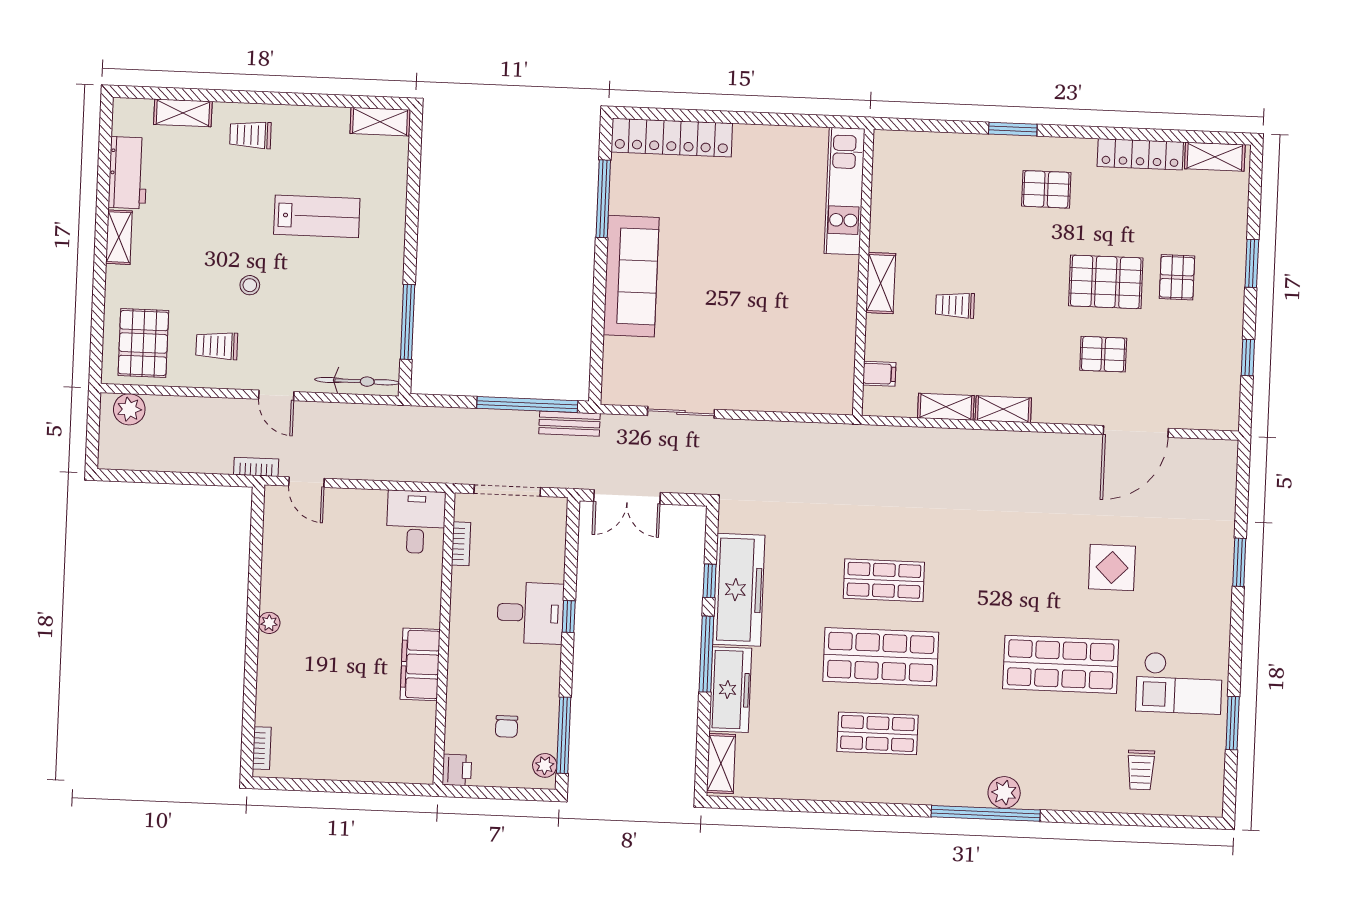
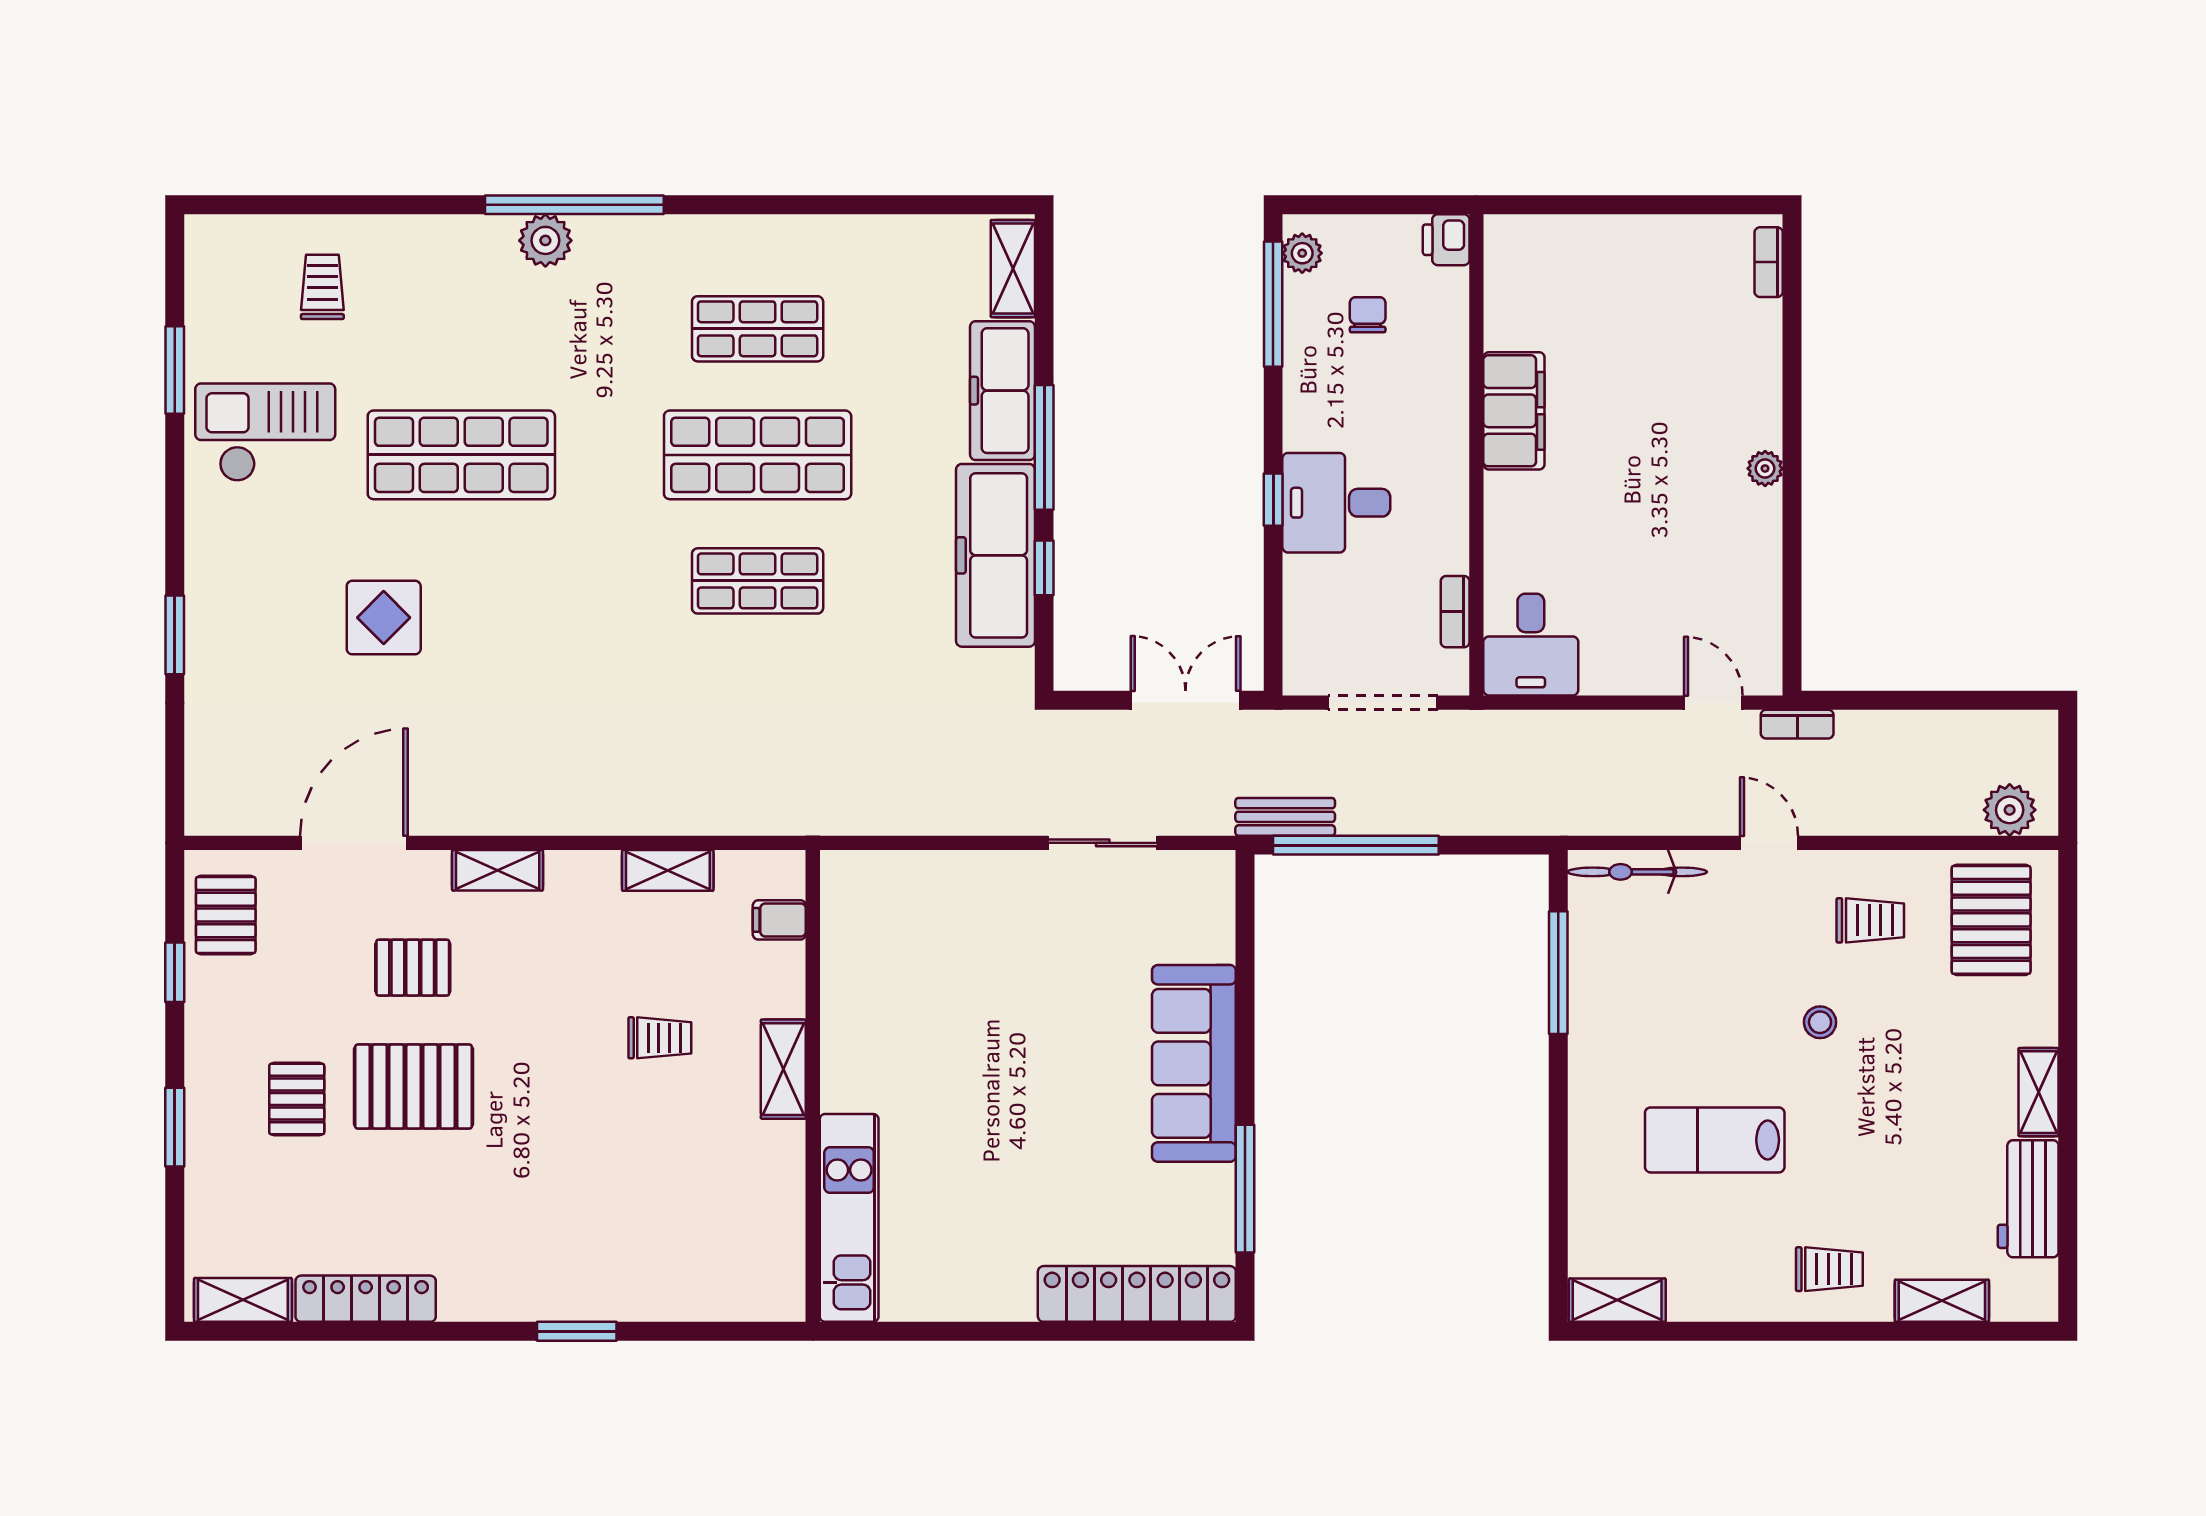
pallet: (1046, 189) -> (226, 915), moved, turned 90
shelving: (1003, 409) -> (498, 870), moved

